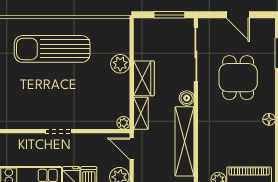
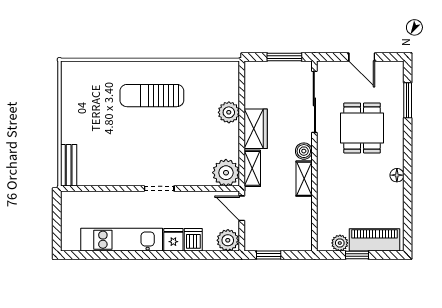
sun lounger: (52, 49) -> (152, 96), width x0.73, depth x0.75
plant: (123, 123) -> (226, 173), width x1.88, depth x1.88
shelving: (184, 141) -> (304, 179), width x0.45, depth x0.75

